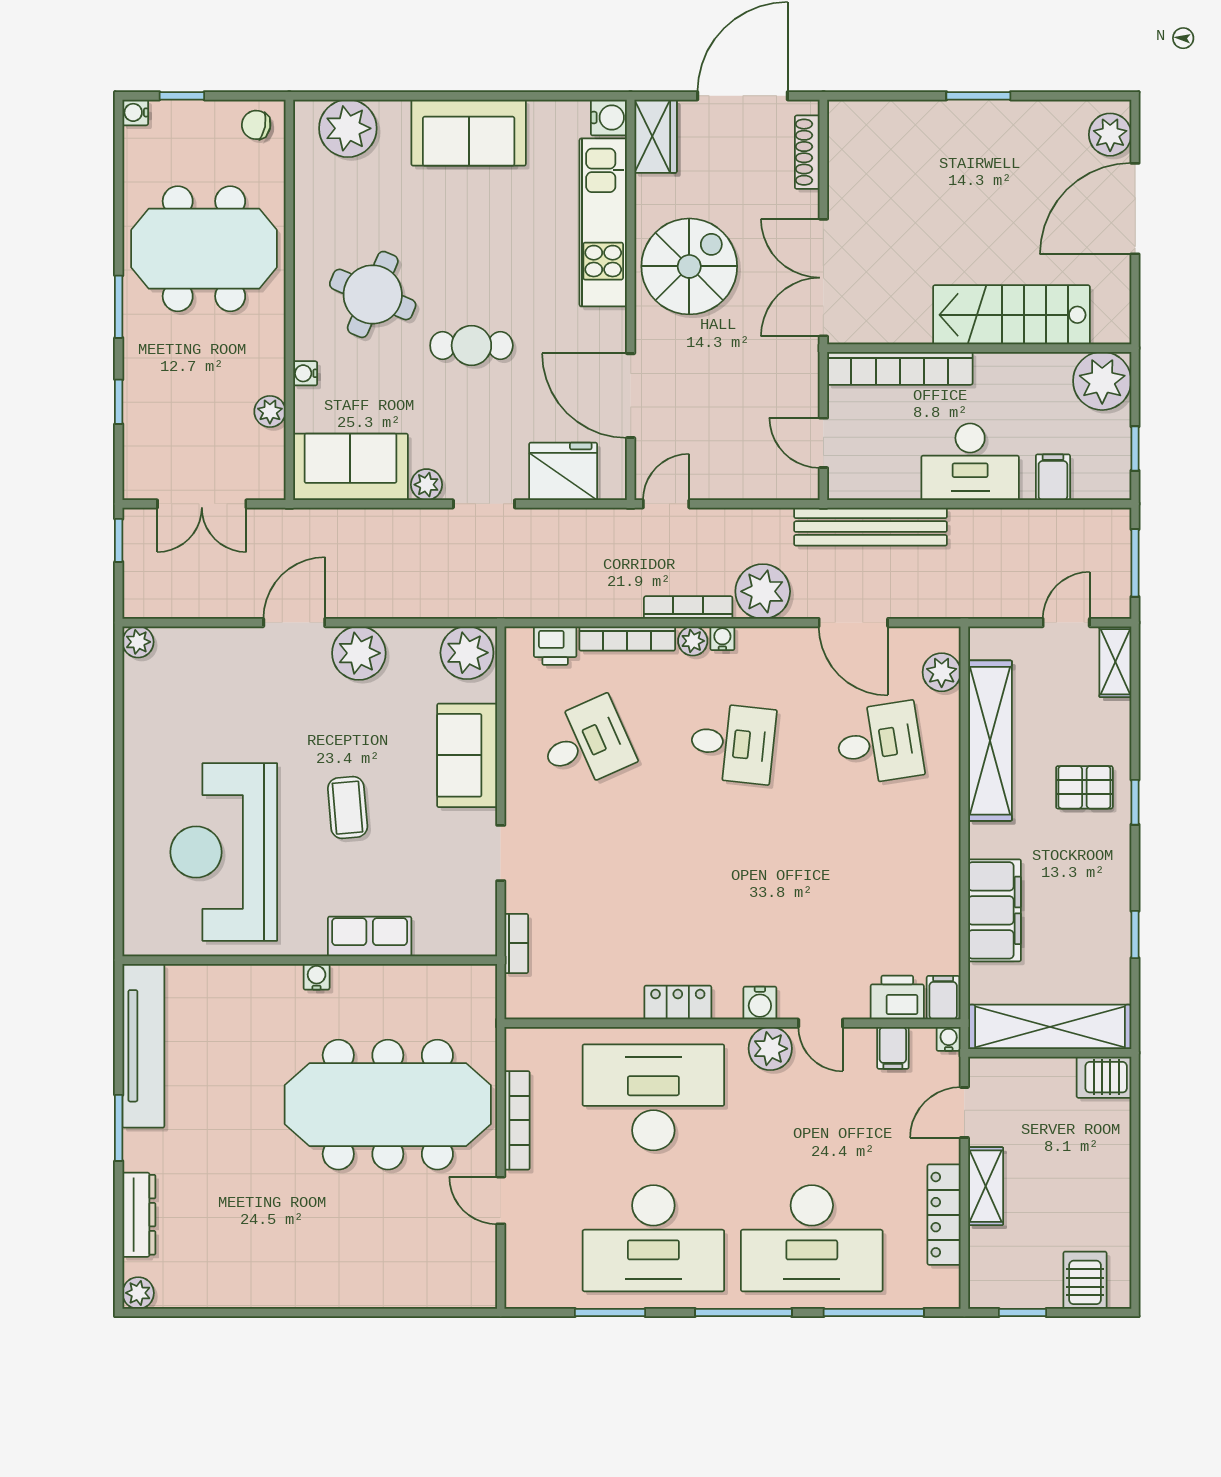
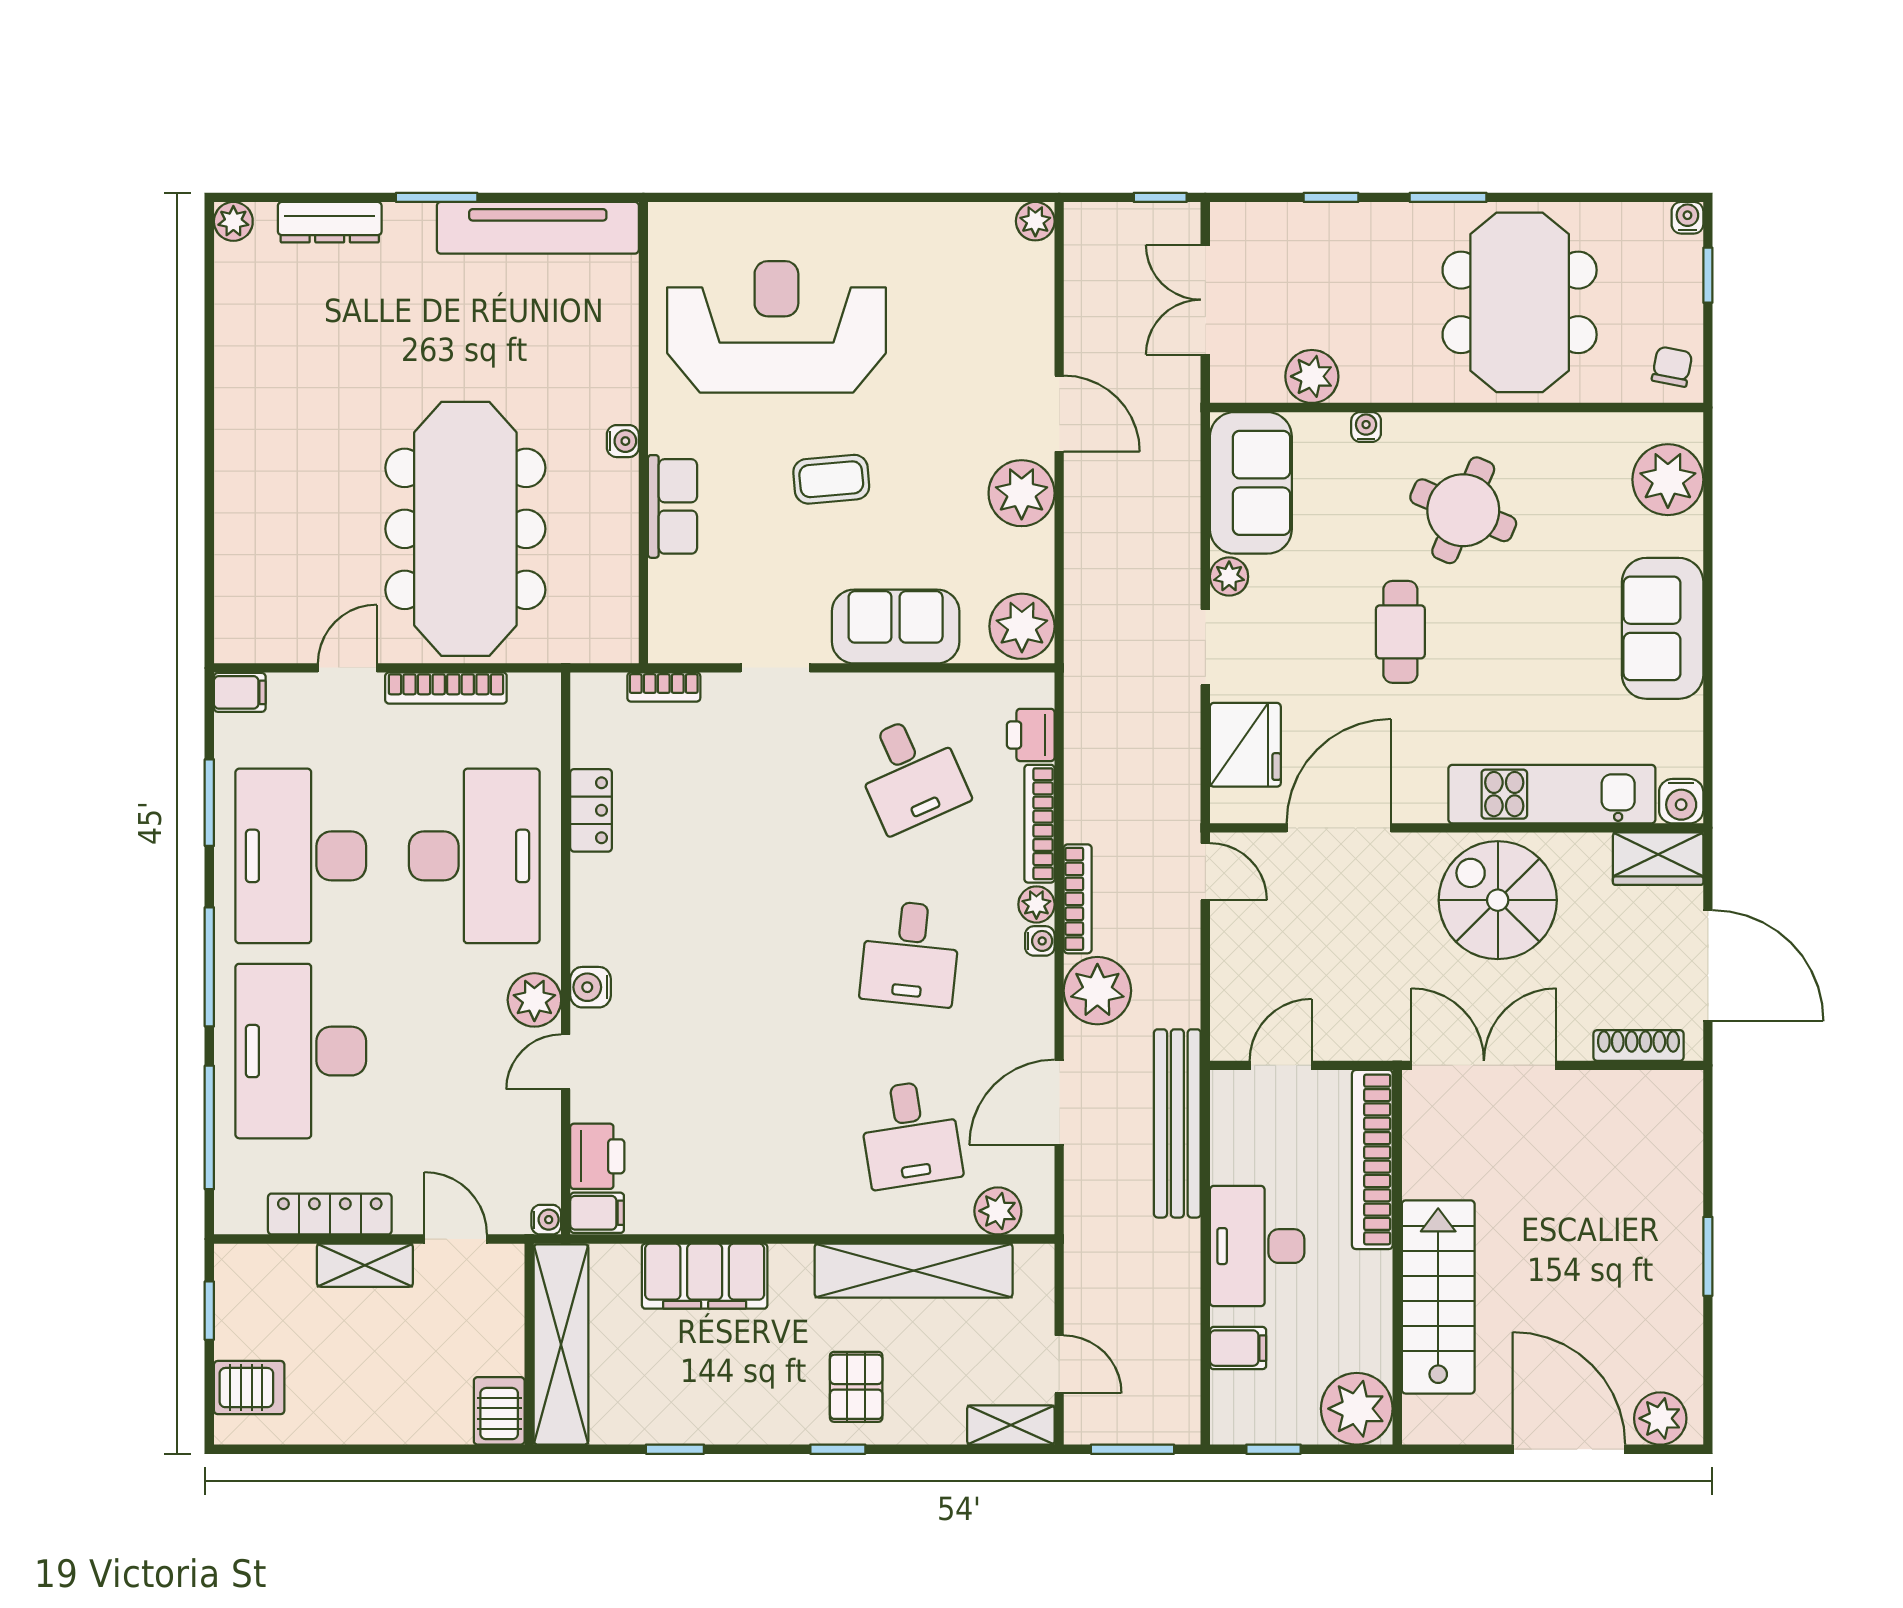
spiral stairs: (689, 266) -> (1498, 900), turned 180
plant: (270, 411) -> (1312, 376), width x1.38, depth x1.38
locker: (678, 1003) -> (591, 810), moved
filing cabinet: (893, 1048) -> (240, 692), moved, turned 180

